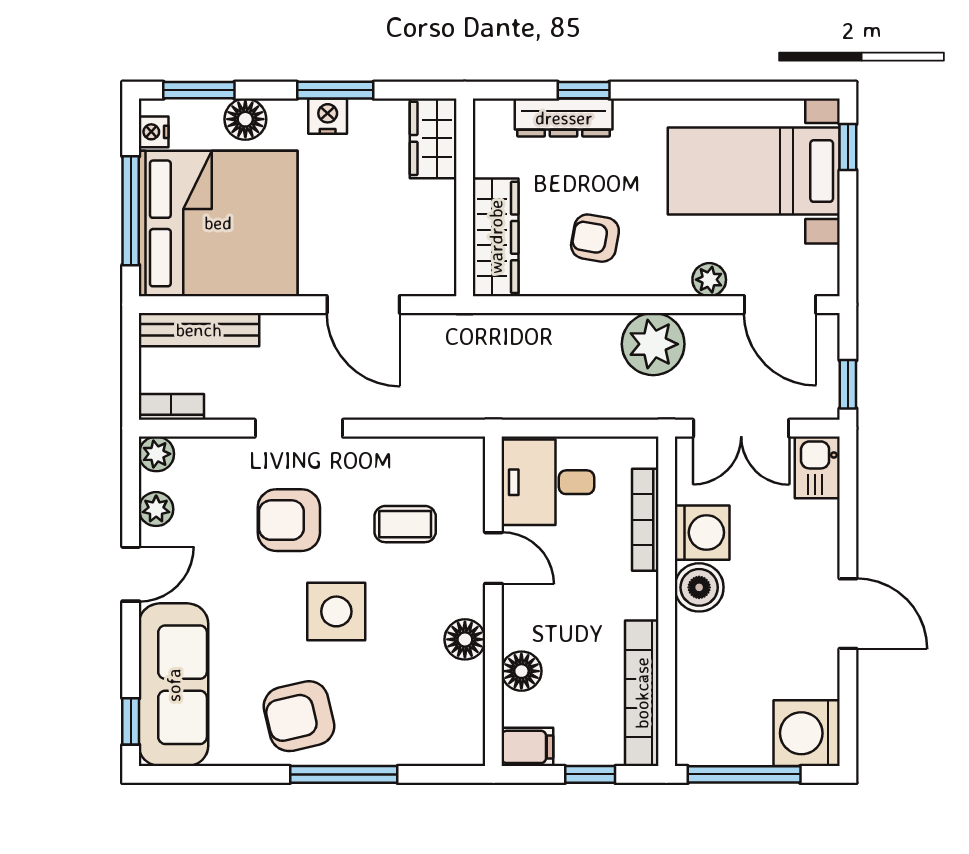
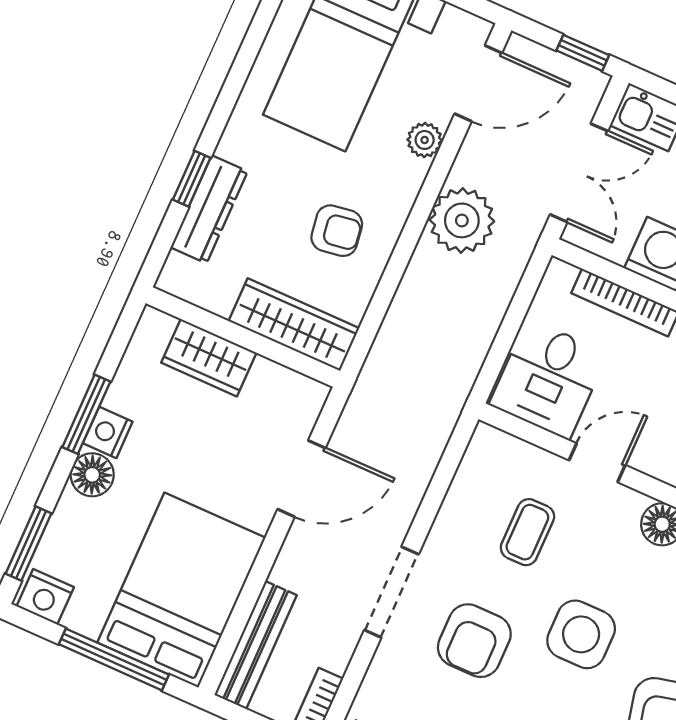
floor lamp: (245, 119) -> (92, 475), moved
nightstand: (154, 132) -> (45, 597), width x1.39, depth x1.35
wardrobe: (433, 138) -> (209, 358), moved
bed: (218, 223) -> (181, 590), width x0.73
armchair: (595, 238) -> (337, 231), turned -109

